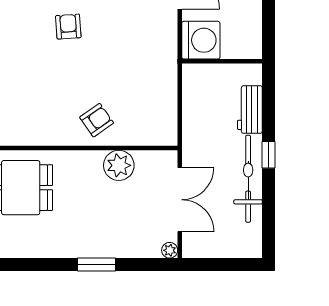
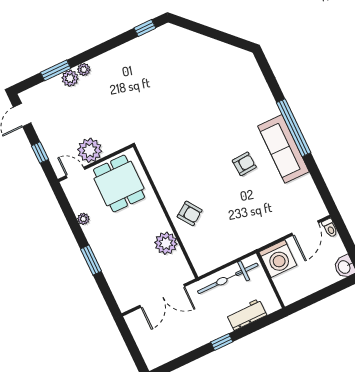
bicycle: (248, 179) -> (228, 278), moved, turned 180
plant: (170, 250) -> (83, 219), moved

